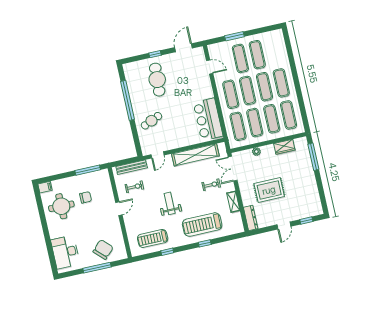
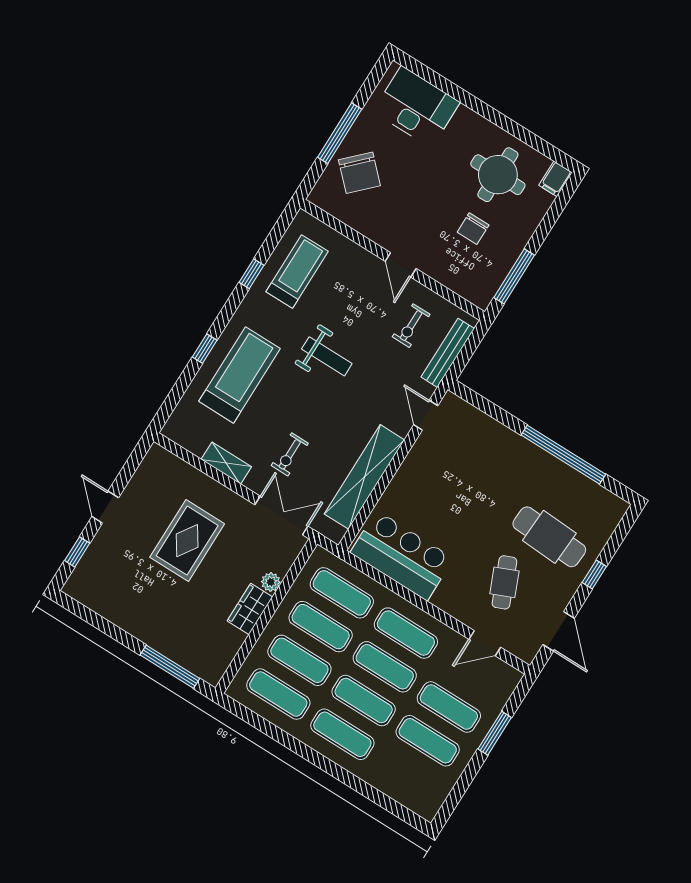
cafe table: (151, 121) -> (504, 582), moved
wardrobe: (284, 147) -> (250, 609), moved
dresser: (251, 218) -> (171, 465), removed

